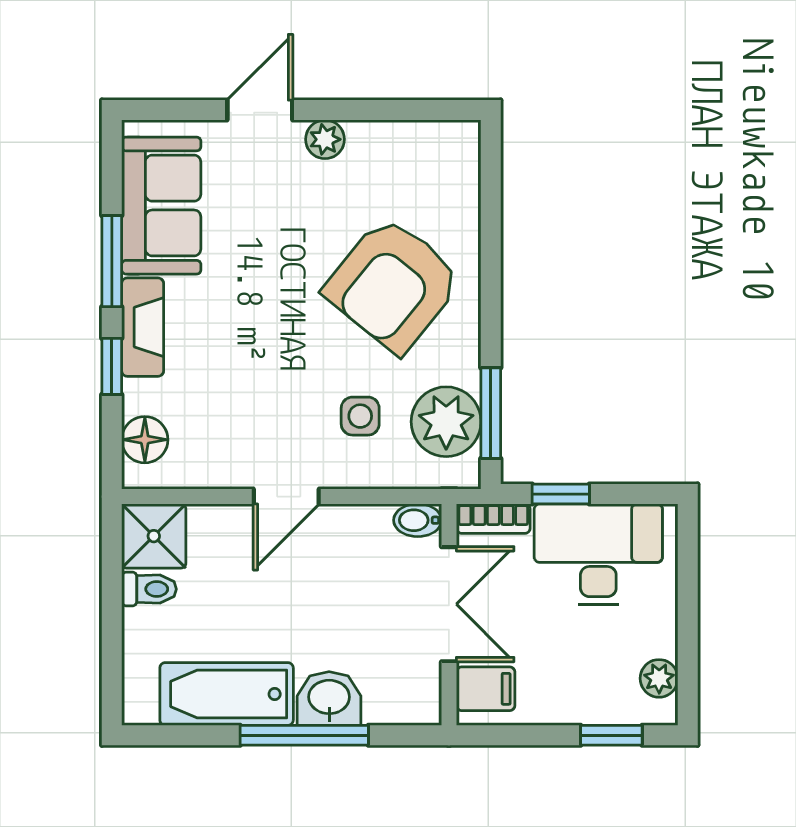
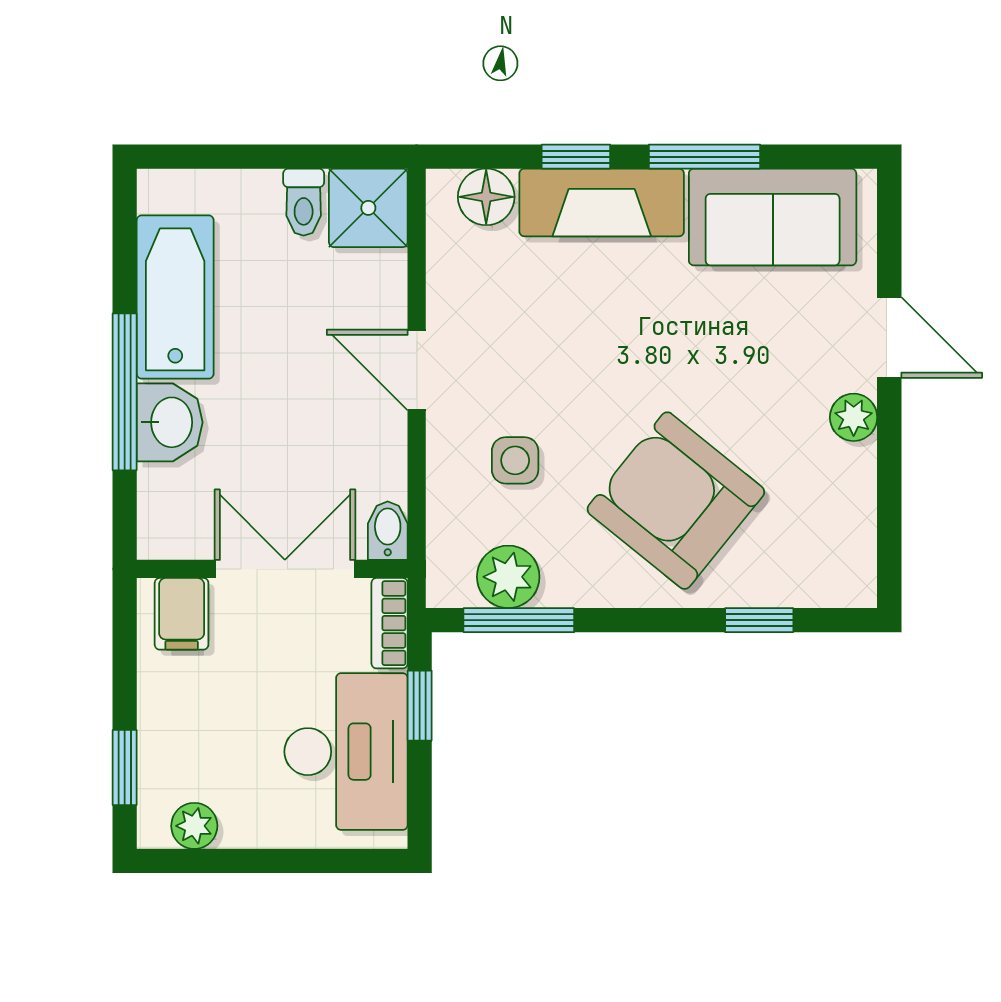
window: (491, 216) -> (759, 620), added
fireplace: (143, 327) -> (602, 202), width x1.37, depth x1.32
plant: (446, 422) -> (508, 577), width x0.73, depth x0.73
double door: (449, 604) -> (285, 569), swing flipped

